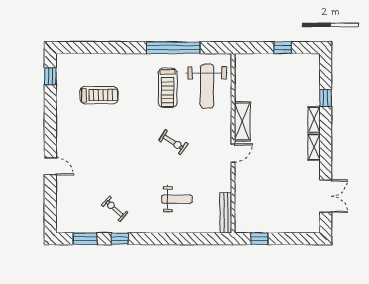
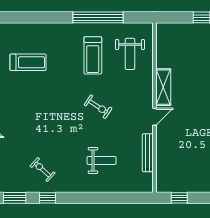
weight bench: (207, 86) -> (130, 54), width x0.73, depth x0.75
bench: (226, 213) -> (148, 153), moved

